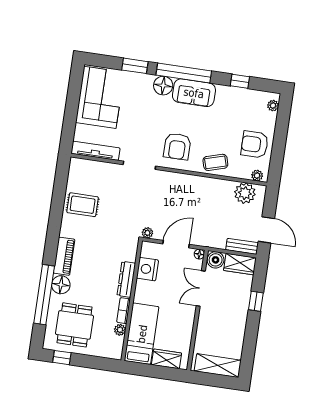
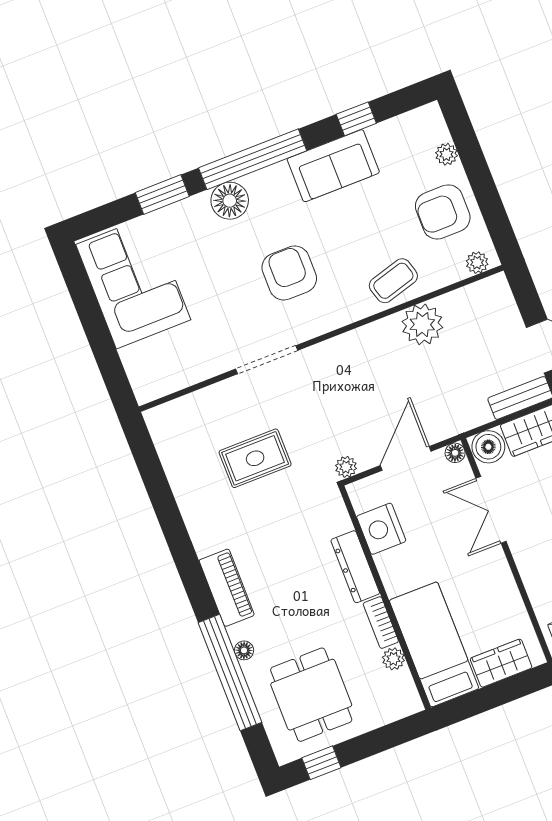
sofa: (194, 93) -> (333, 166), moved
plant: (273, 106) -> (446, 154), moved
armchair: (177, 146) -> (289, 273), moved, turned 180
tv unit: (95, 151) -> (178, 378), removed
plant: (245, 193) -> (422, 324), moved
rug: (83, 205) -> (255, 458), moved
floor lamp: (61, 285) -> (244, 650), width x0.53, depth x0.53

